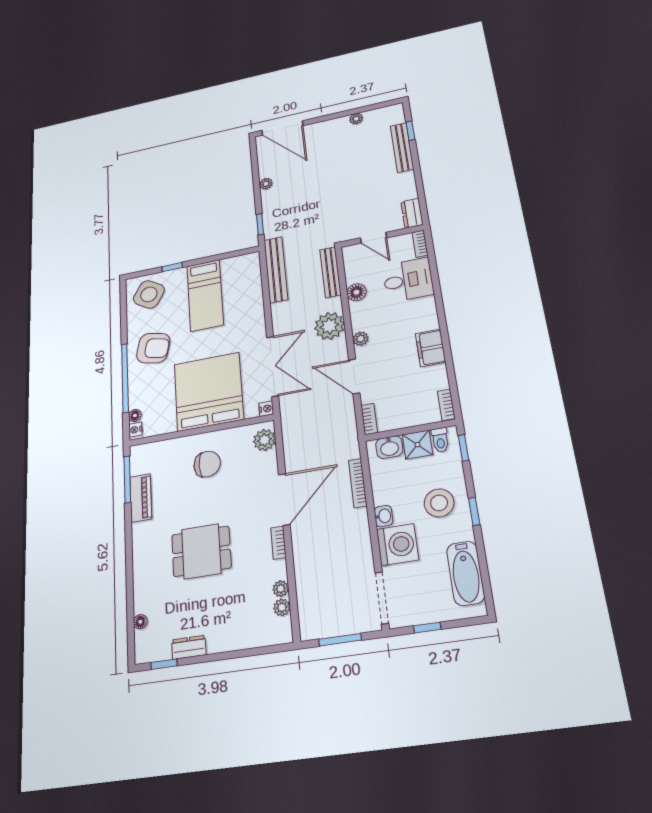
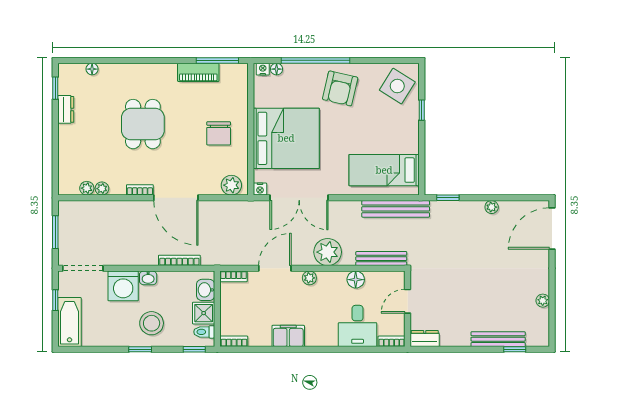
bed: (205, 295) -> (384, 170), moved
bathtub: (466, 573) -> (70, 322), moved, turned 90

